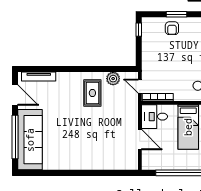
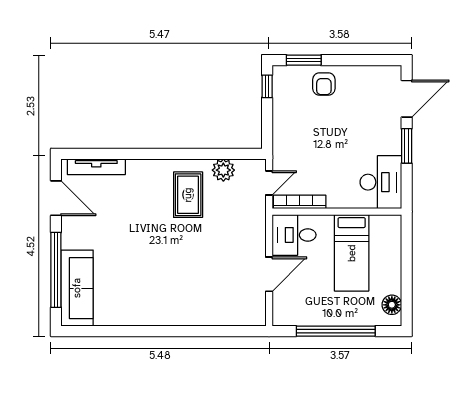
window: (177, 14) -> (304, 60), moved
door: (140, 86) -> (269, 183), swing flipped
sofa: (30, 140) -> (77, 288), width x0.74, depth x0.79
door: (140, 140) -> (269, 274), hinge flipped

